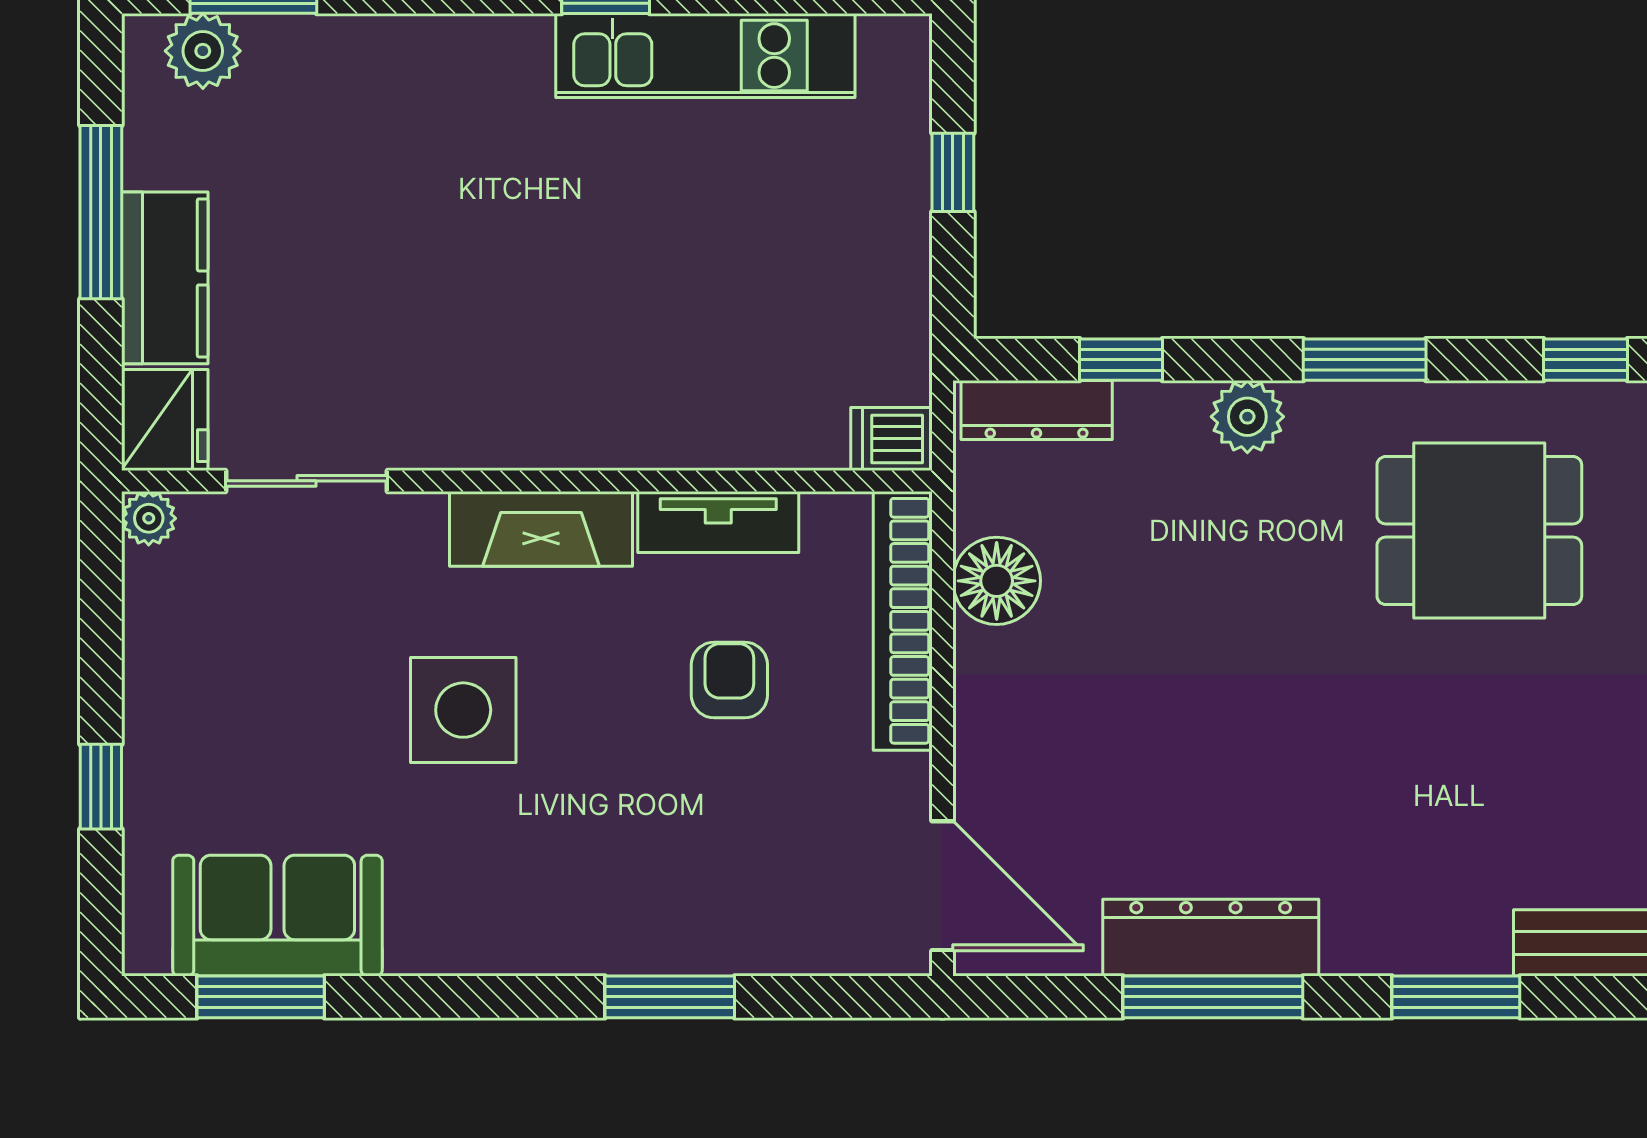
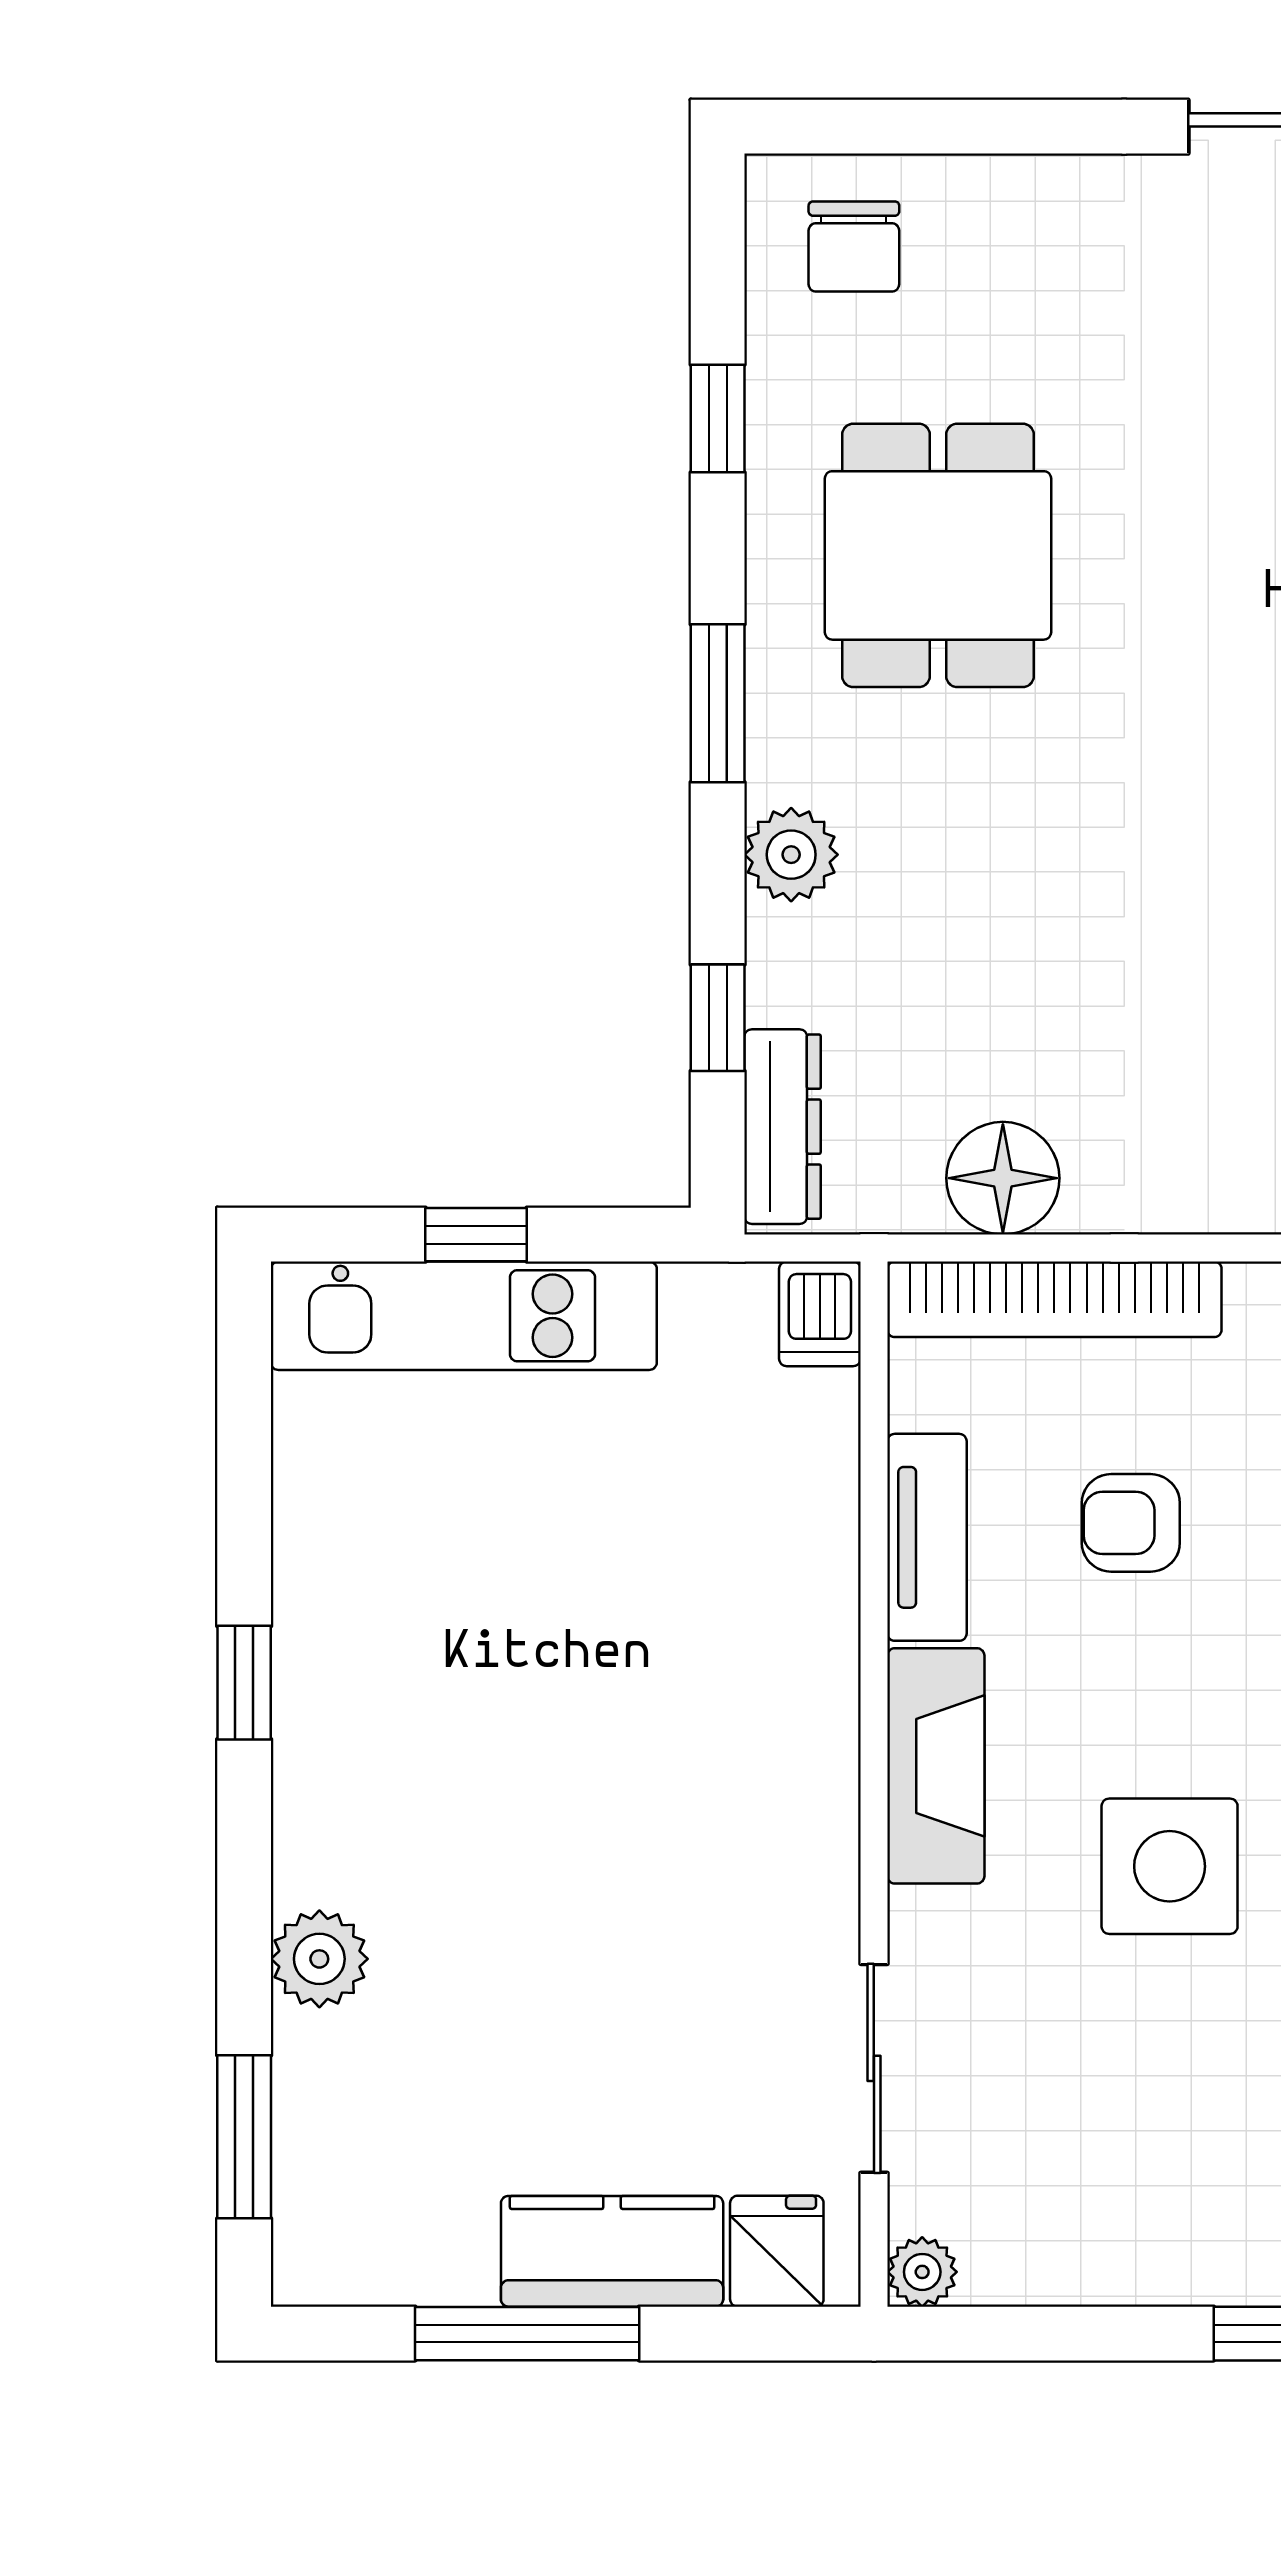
plant: (203, 51) -> (319, 1959), moved
kitchen unit: (705, 56) -> (464, 1316), moved, turned 90
fridge: (165, 419) -> (777, 2251), width x0.72

